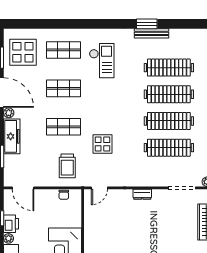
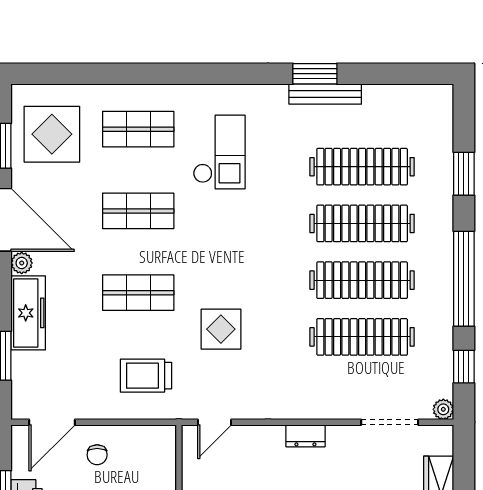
trolley: (67, 166) -> (146, 376), turned 90
door: (23, 188) -> (52, 422), hinge flipped
chair: (64, 195) -> (97, 455), moved

